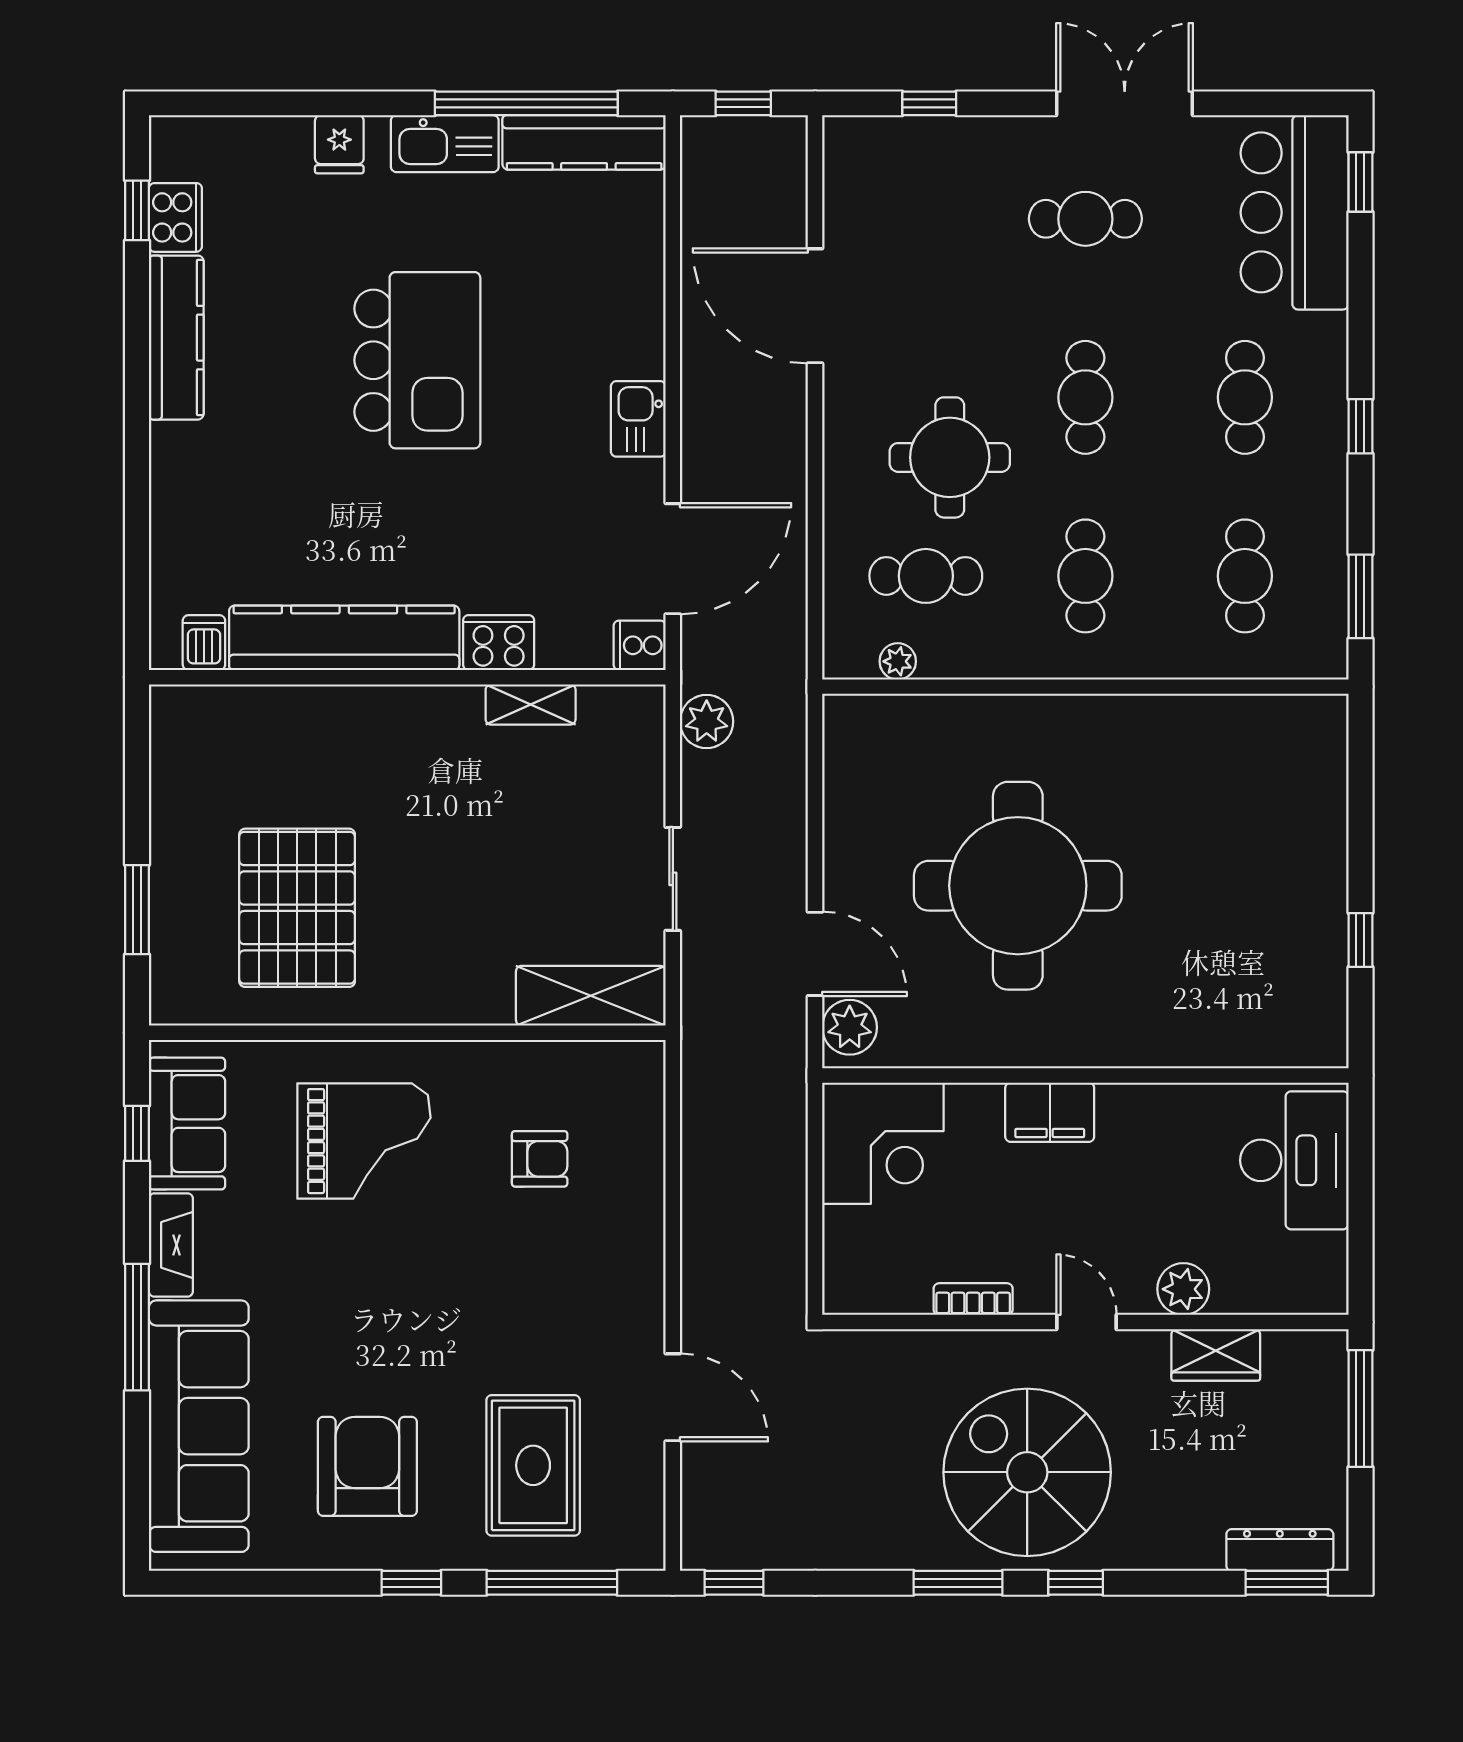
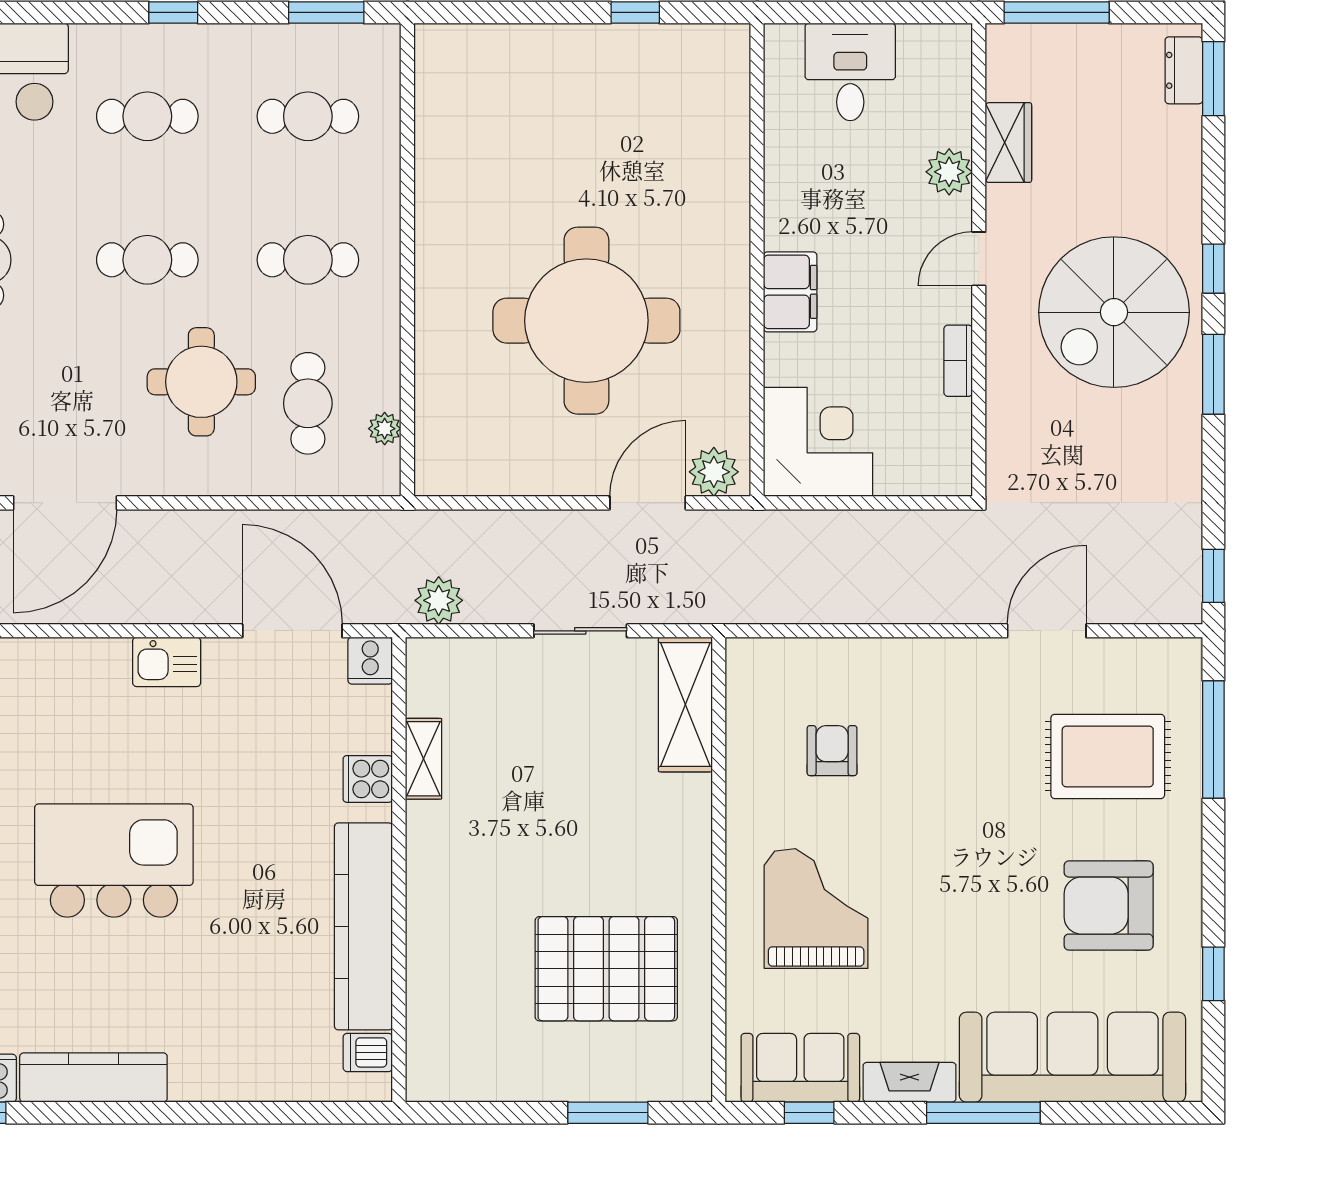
cooker: (499, 643) -> (368, 779), width x0.73
desk: (1294, 1160) -> (850, 72), width x0.73
dresser: (1280, 1550) -> (1184, 70), width x0.70
window: (411, 1583) -> (1213, 974), moved

